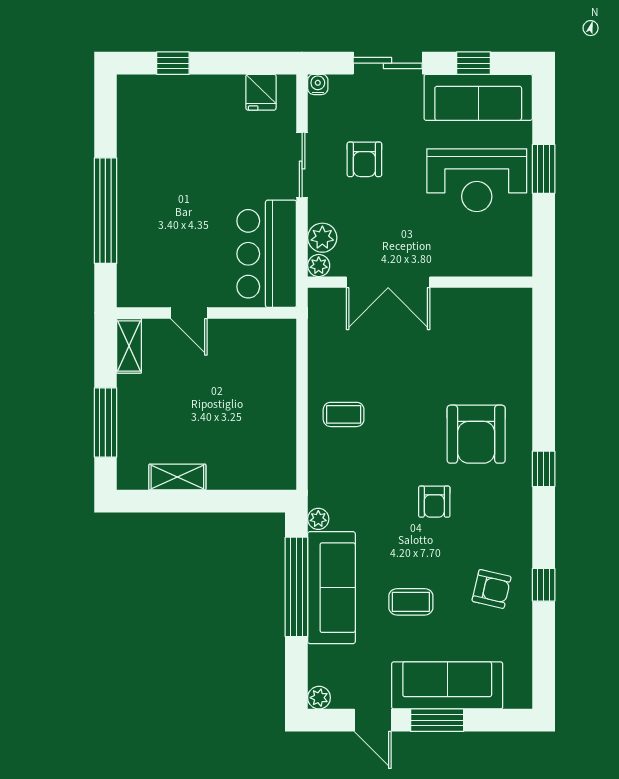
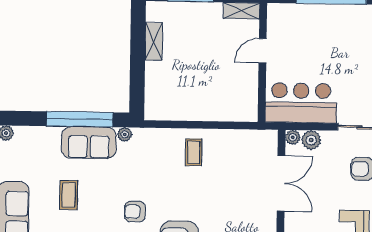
double door: (388, 282) -> (281, 183), swing flipped
sofa: (331, 588) -> (89, 143), width x0.73

